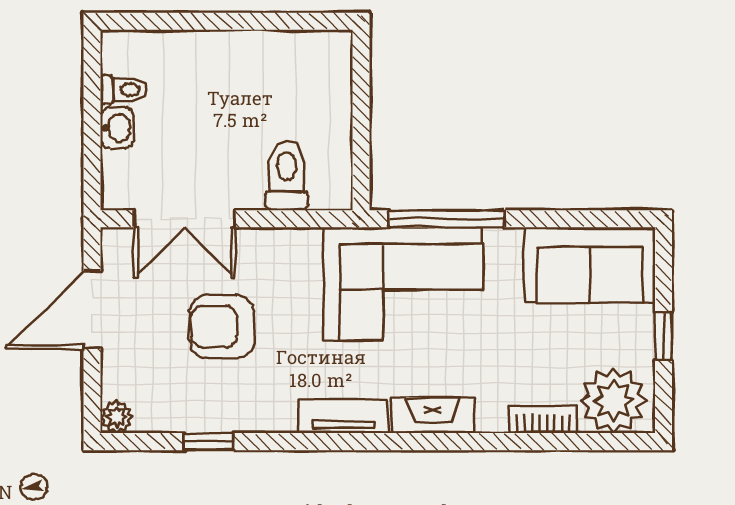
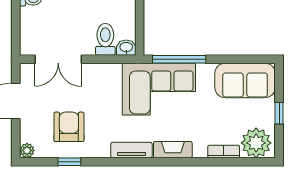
washbasin: (117, 128) -> (126, 48), moved, turned -90
armchair: (222, 327) -> (69, 127), moved, turned 90

